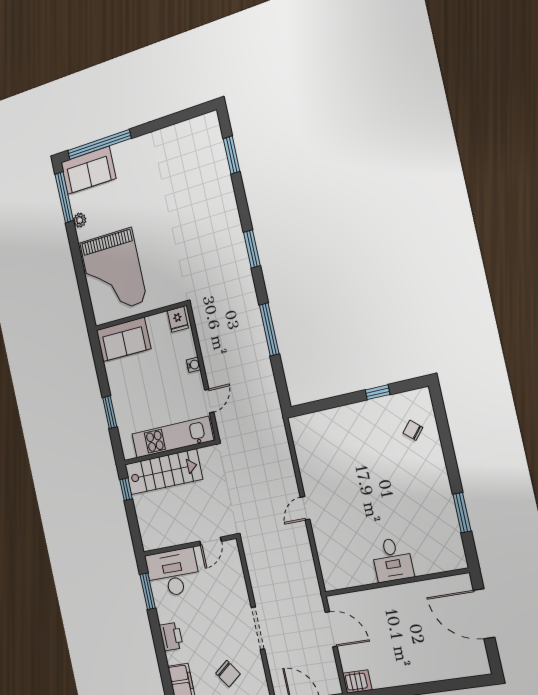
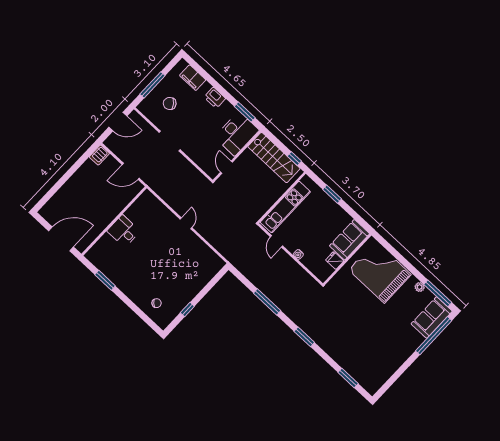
fridge: (178, 319) -> (335, 261), moved
stairs: (163, 472) -> (274, 158), moved, turned -90

